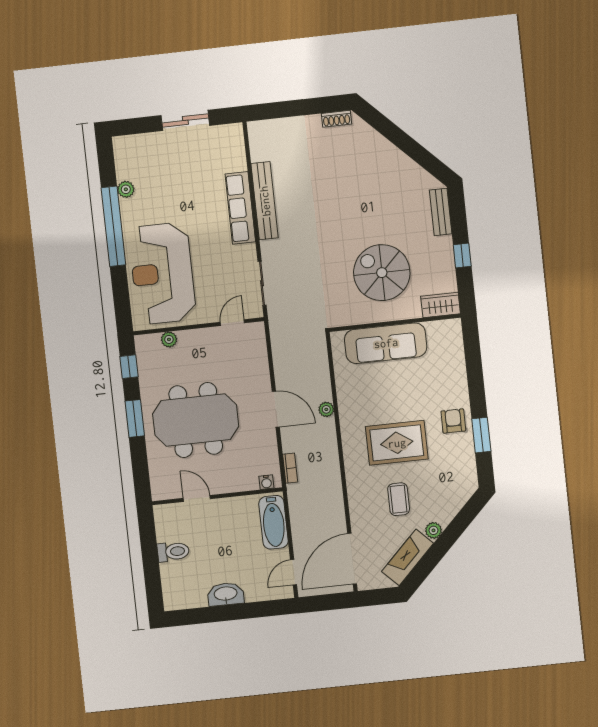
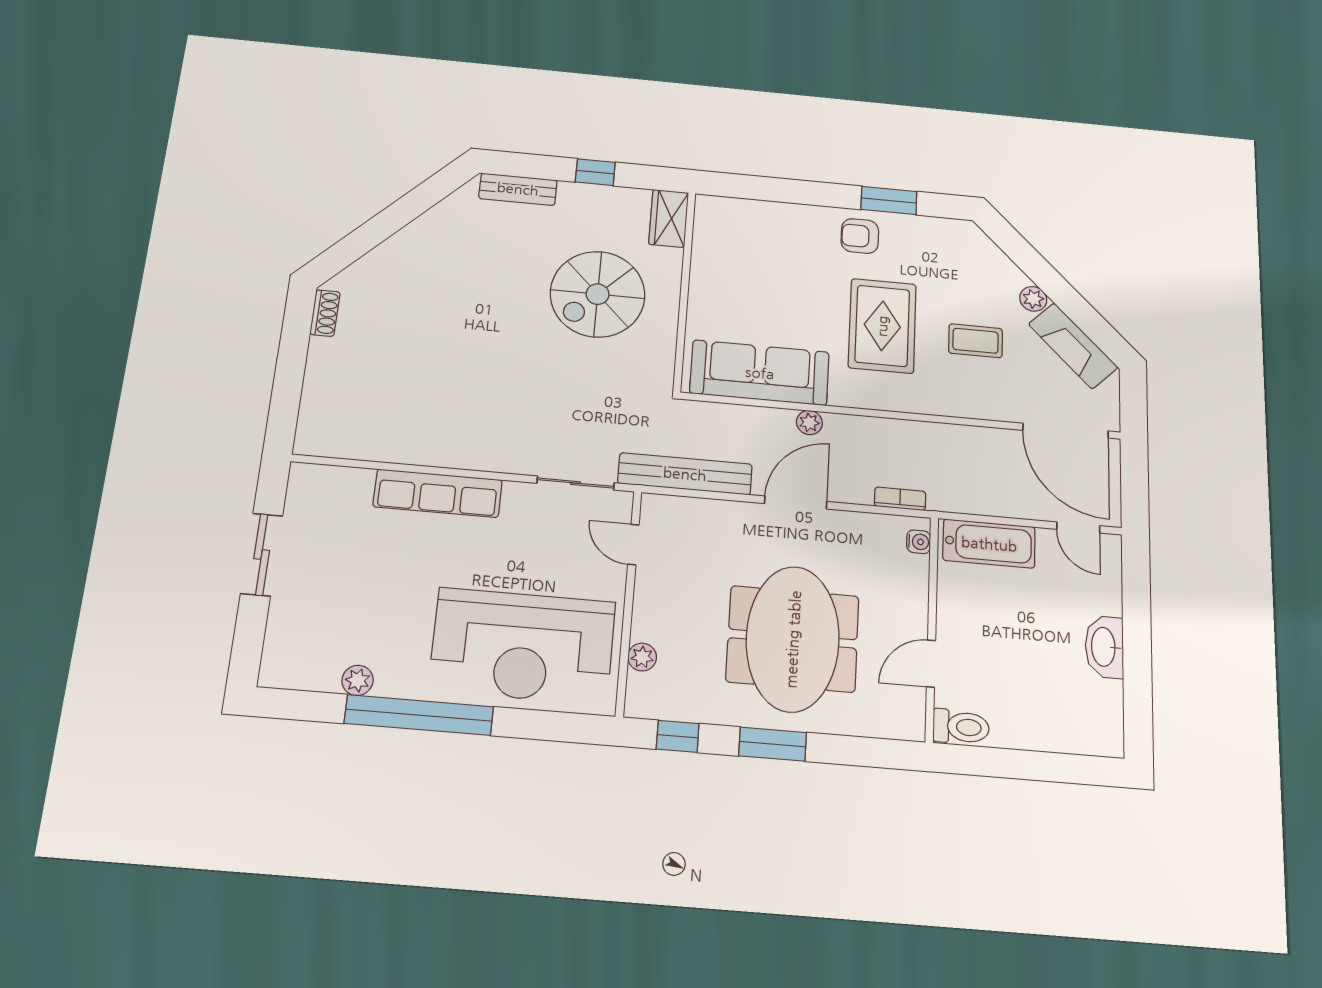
bench: (265, 201) -> (685, 474), moved
sofa: (386, 343) -> (760, 373), moved, turned -90
toilet: (173, 552) -> (961, 727), moved, turned 90

